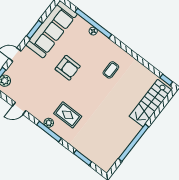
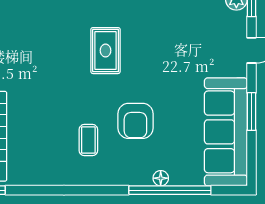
armchair: (68, 68) -> (135, 121), moved, turned -90
rug: (68, 115) -> (106, 51), moved, turned 90

